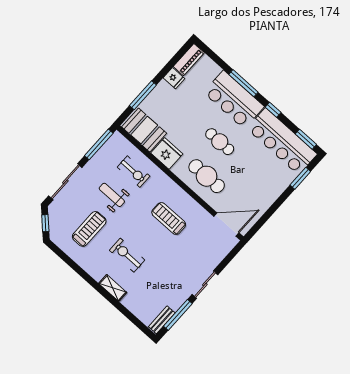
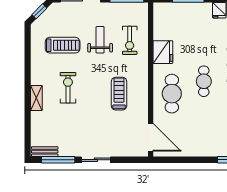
booth: (144, 130) -> (165, 22), removed

